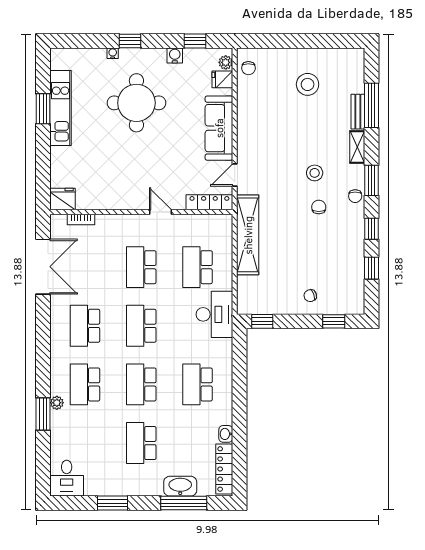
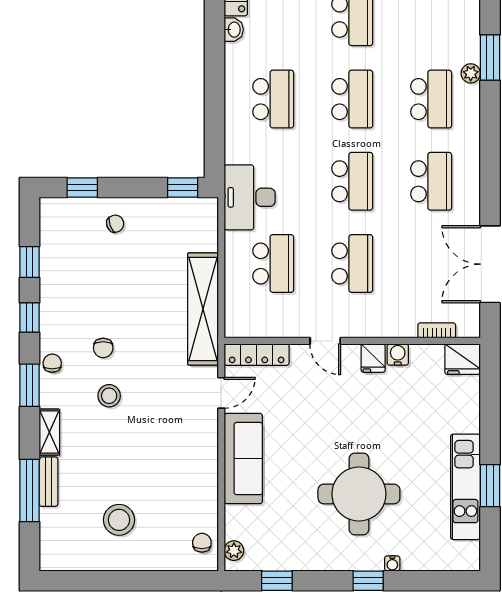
water cooler: (175, 55) -> (398, 354), moved, turned 180
fridge: (222, 79) -> (373, 358), moved, turned 90

